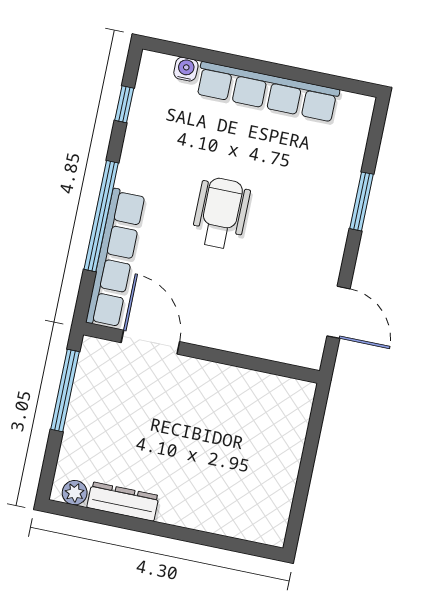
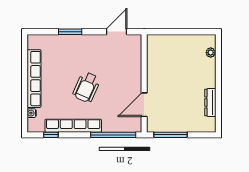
wheelchair: (221, 213) -> (86, 87), turned -66
window: (101, 216) -> (113, 135), moved
row of seats: (115, 258) -> (73, 126), moved
plant: (75, 493) -> (211, 53), moved

